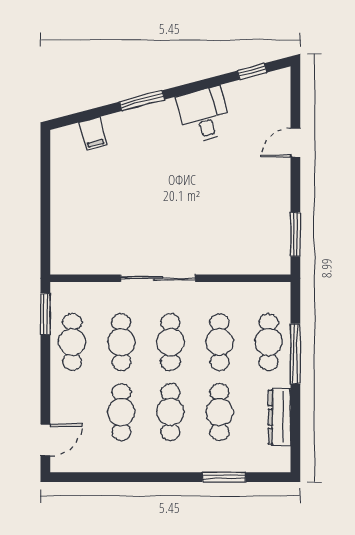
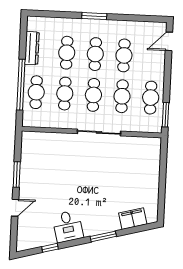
window: (252, 72) -> (50, 248), moved
filing cabinet: (93, 134) -> (133, 219), width x2.00
window: (295, 234) -> (17, 174), moved
window: (295, 354) -> (21, 85), width x1.46
window: (224, 477) -> (94, 16), moved

